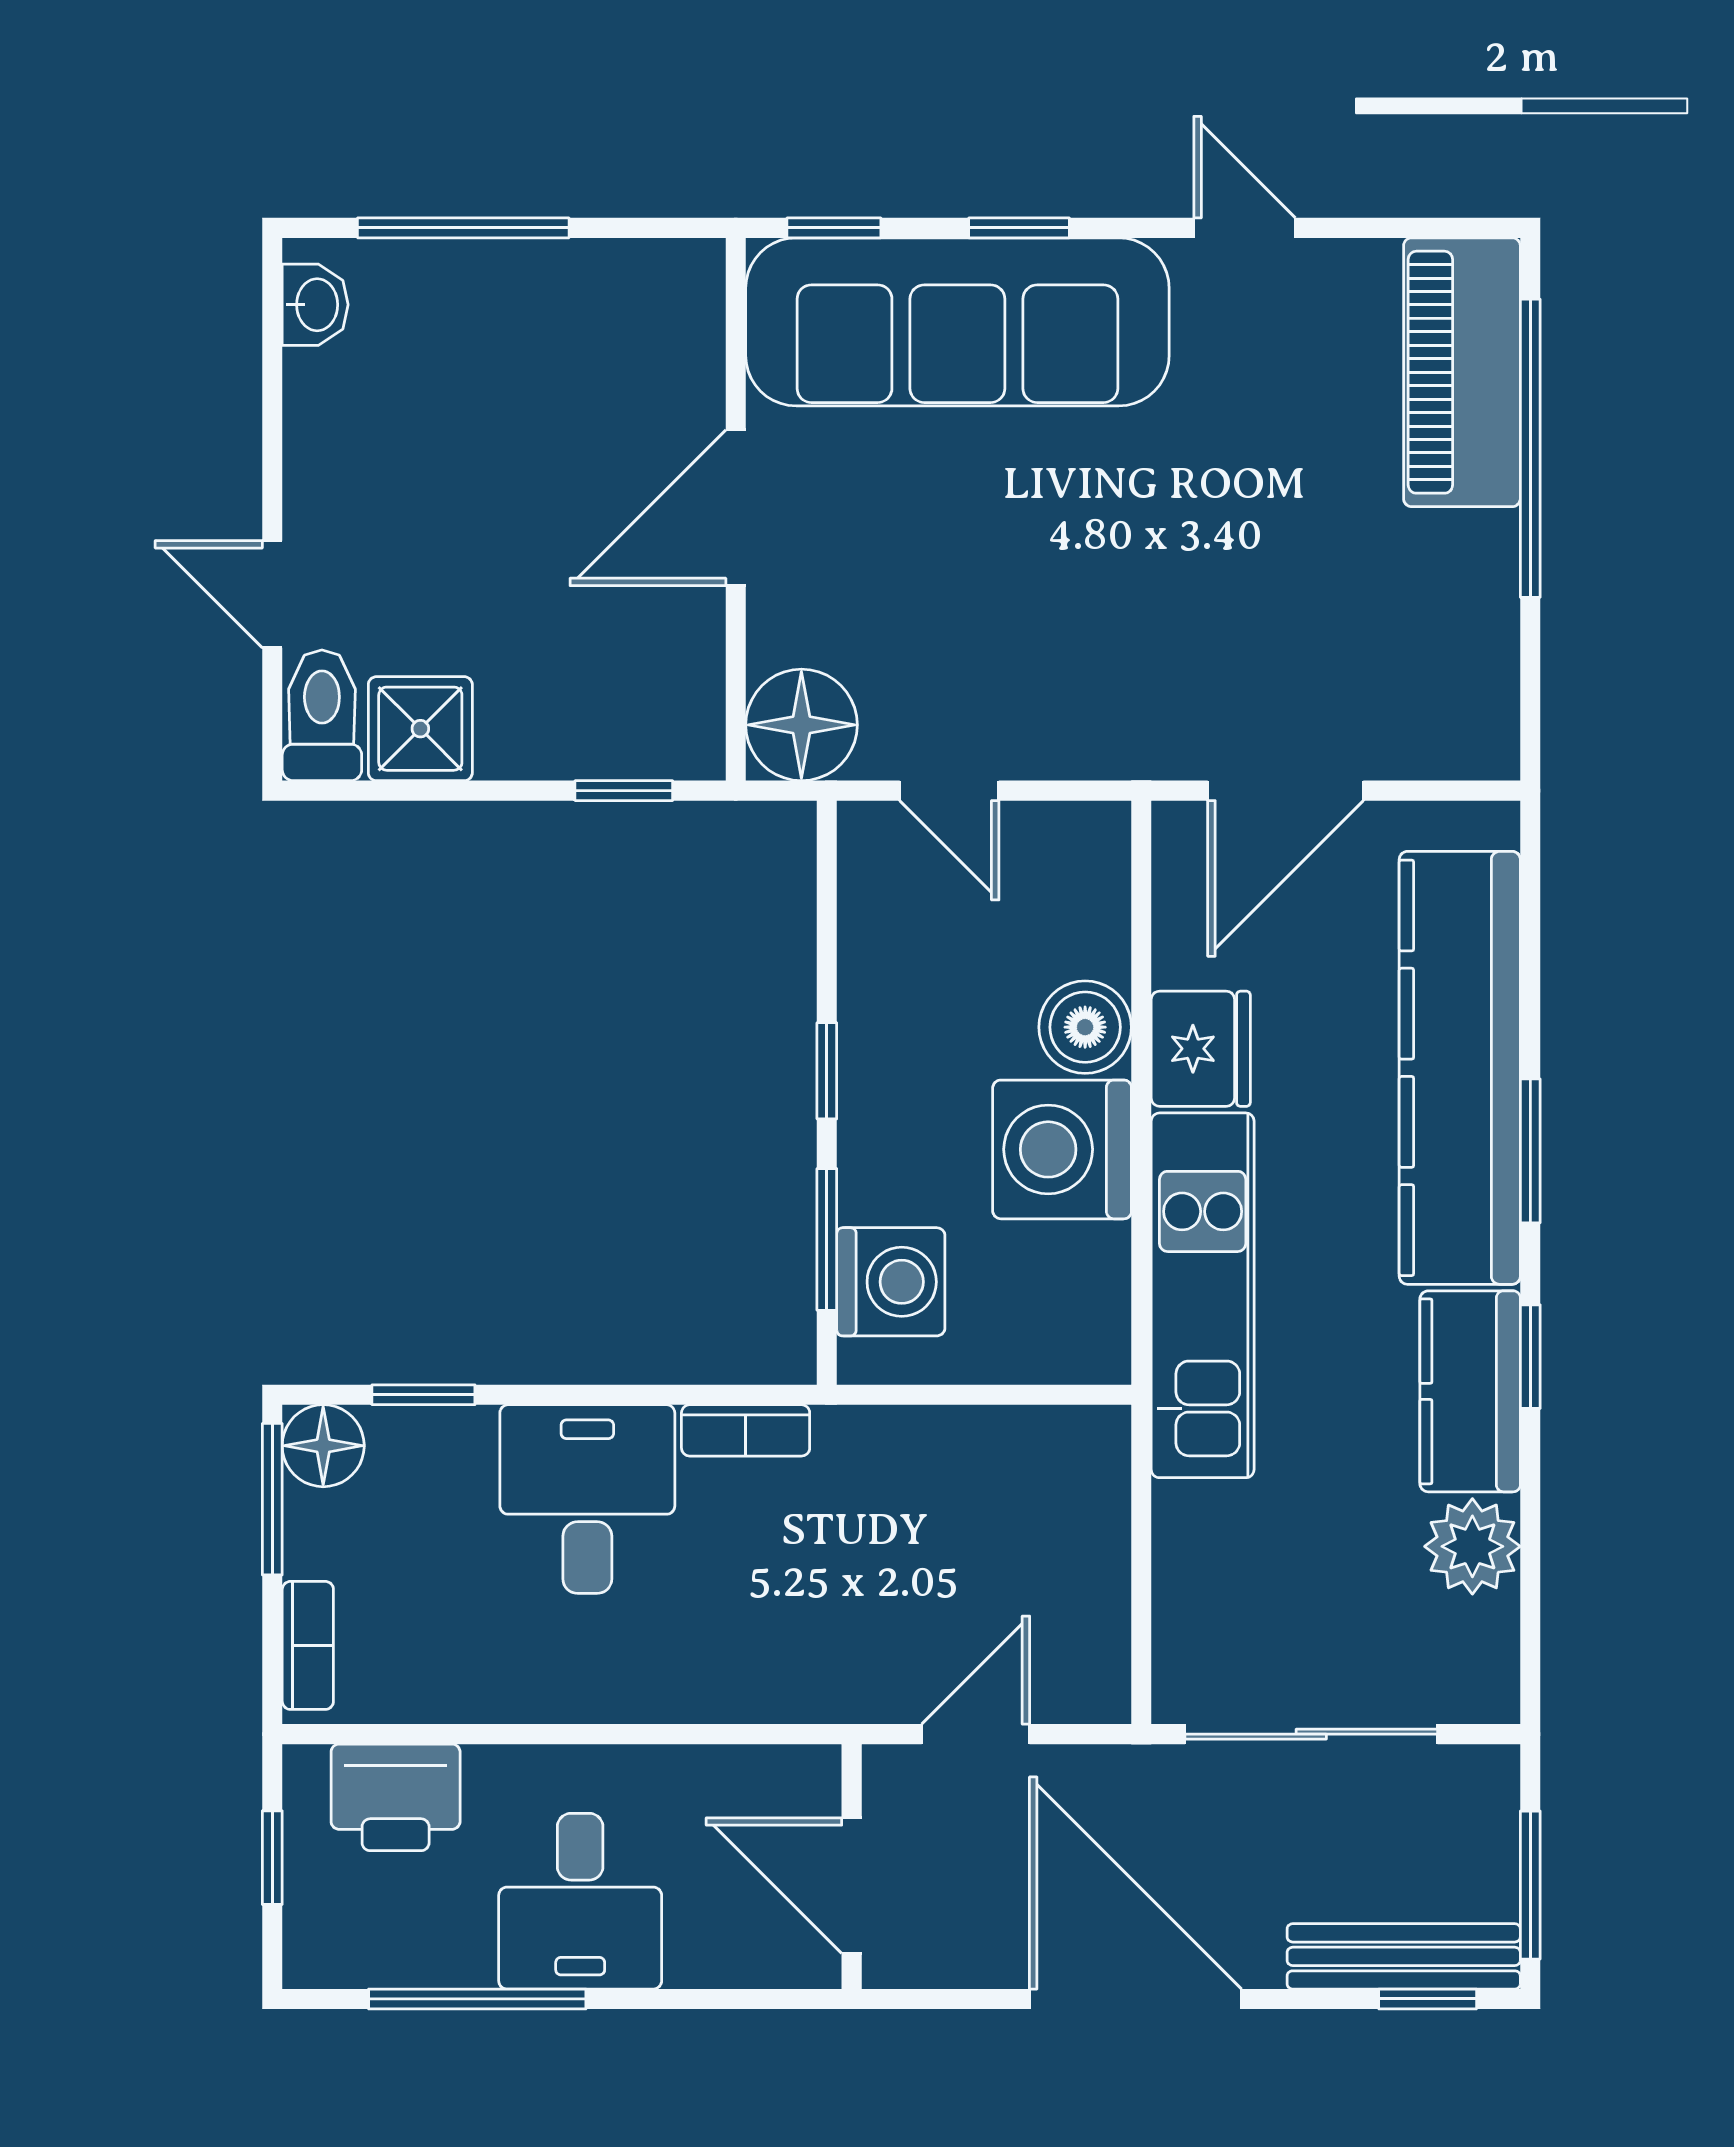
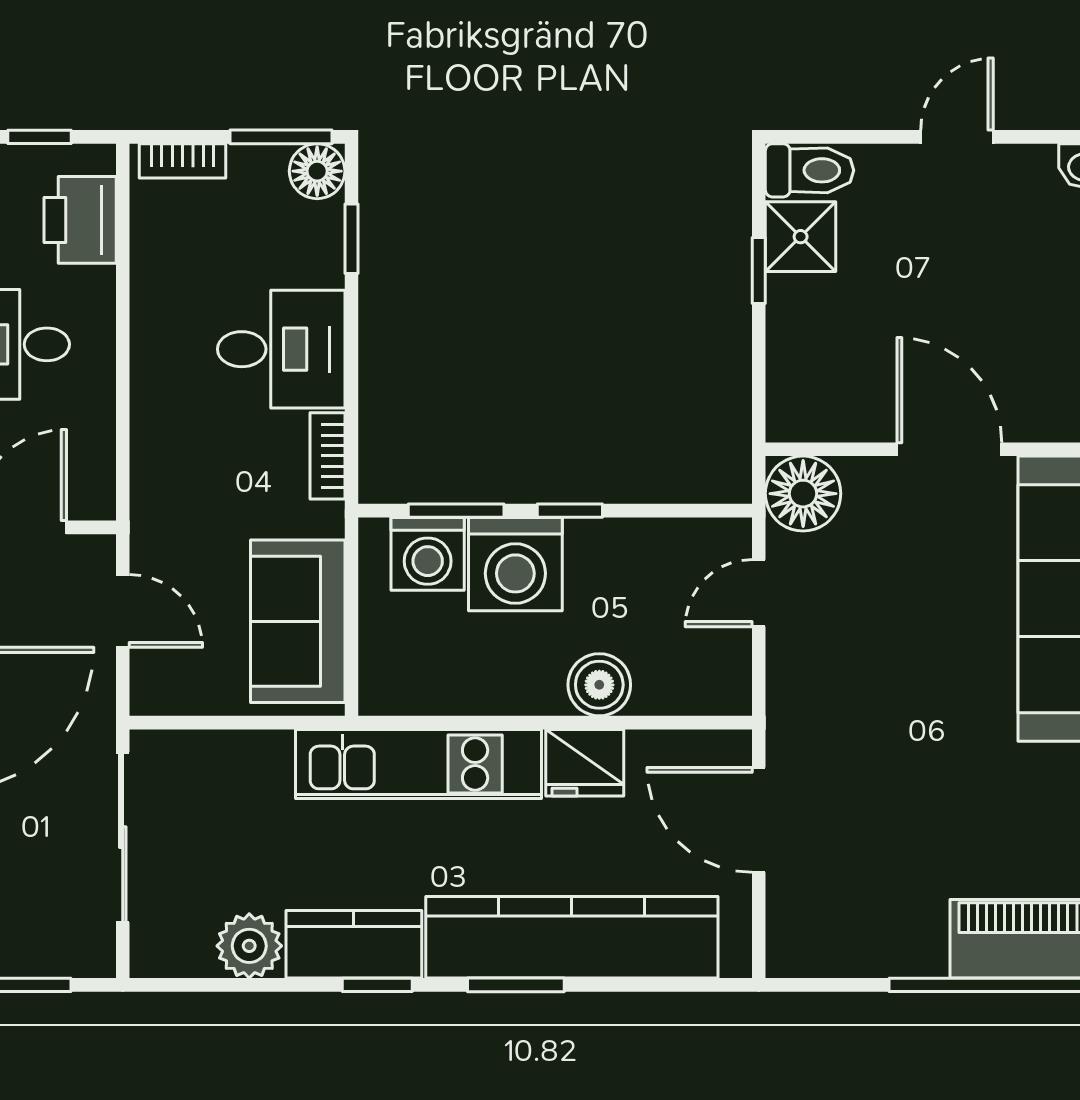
door: (272, 594) -> (957, 137), moved
window: (624, 791) -> (759, 270), moved
washing machine: (1062, 1149) -> (515, 564), moved, turned 180
sofa: (991, 1475) -> (298, 621), added

